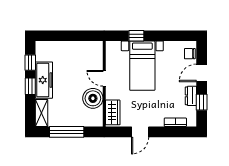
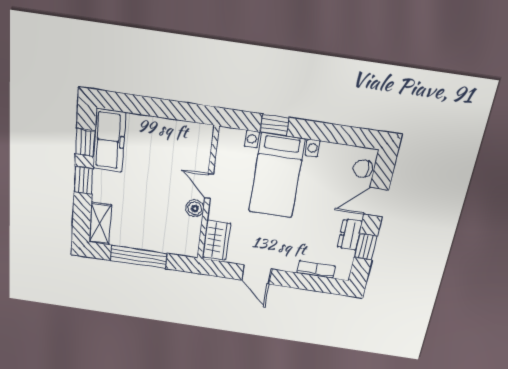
freezer: (44, 80) -> (109, 141), moved
boiler: (93, 98) -> (195, 208), width x0.54, depth x0.54
door: (140, 132) -> (256, 275), hinge flipped

